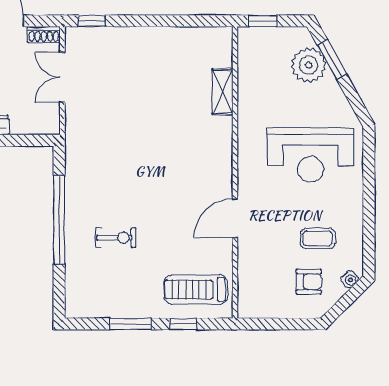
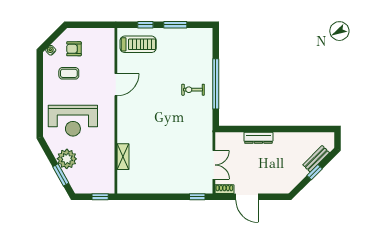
plant: (309, 65) -> (67, 159), moved
reception desk: (311, 155) -> (73, 121), turned 180
exercise bike: (116, 238) -> (193, 90), moved

